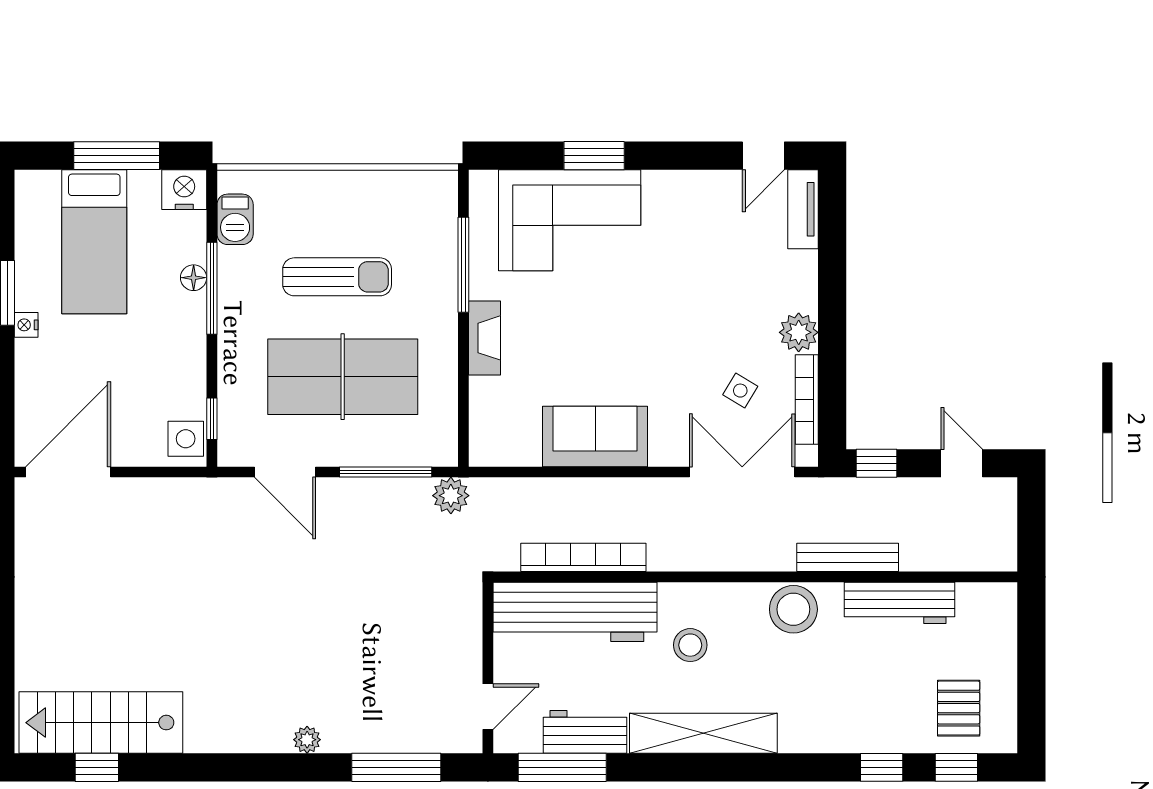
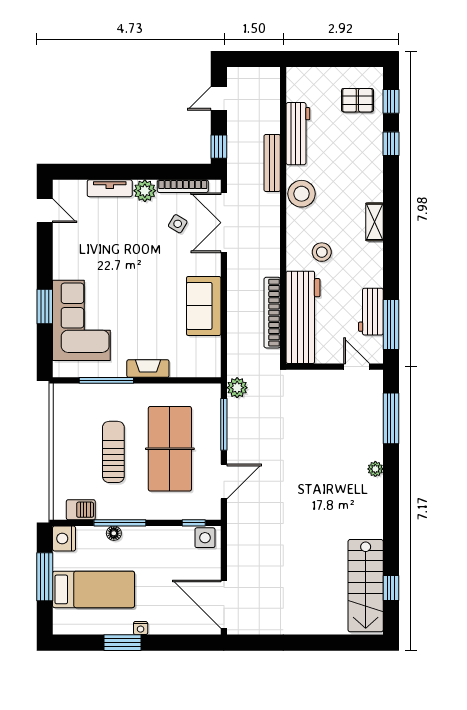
tv unit: (803, 209) -> (110, 188), moved
shelving: (703, 733) -> (375, 222), width x0.45, depth x0.75

